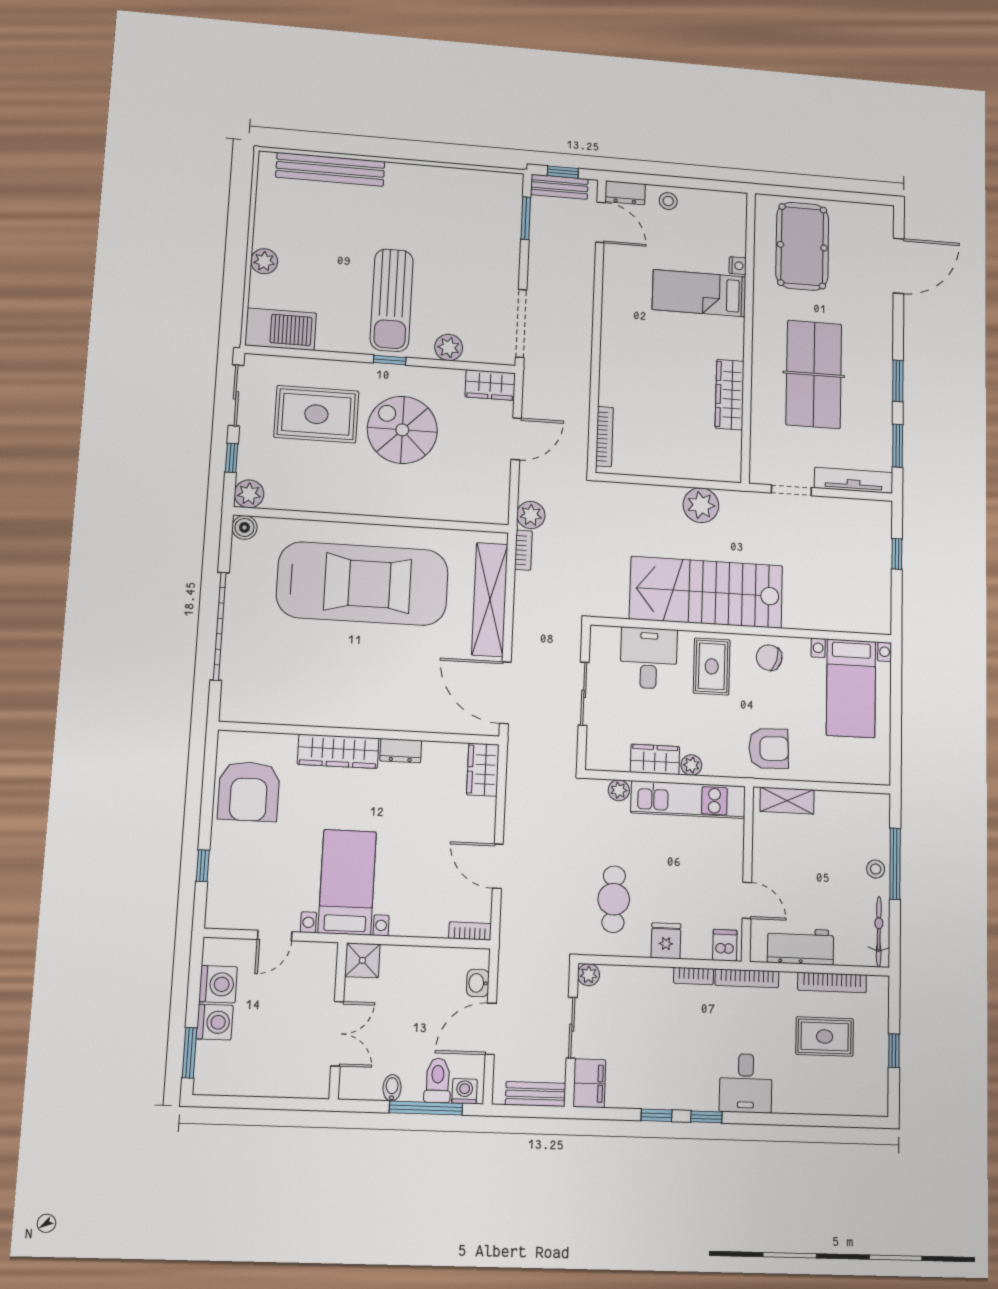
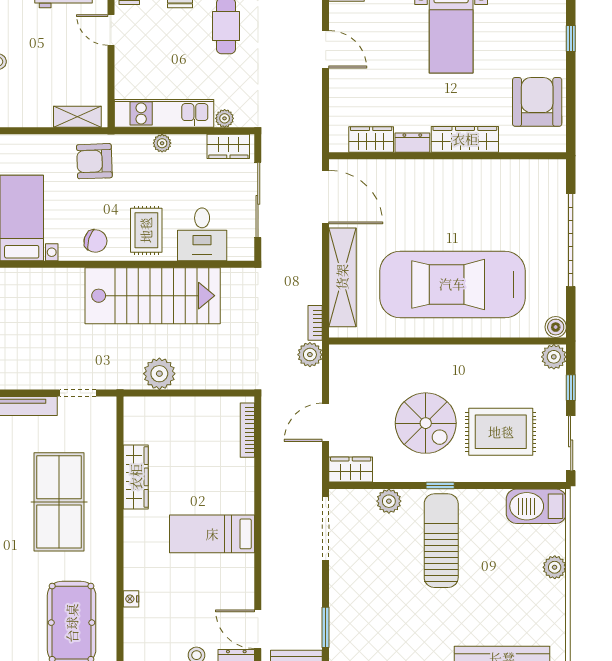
bed: (699, 293) -> (212, 534), moved, turned 180
sliding door: (584, 694) -> (258, 200), width x1.37
wardrobe: (655, 759) -> (228, 146), moved
wardrobe: (483, 770) -> (371, 139), moved, turned -90

